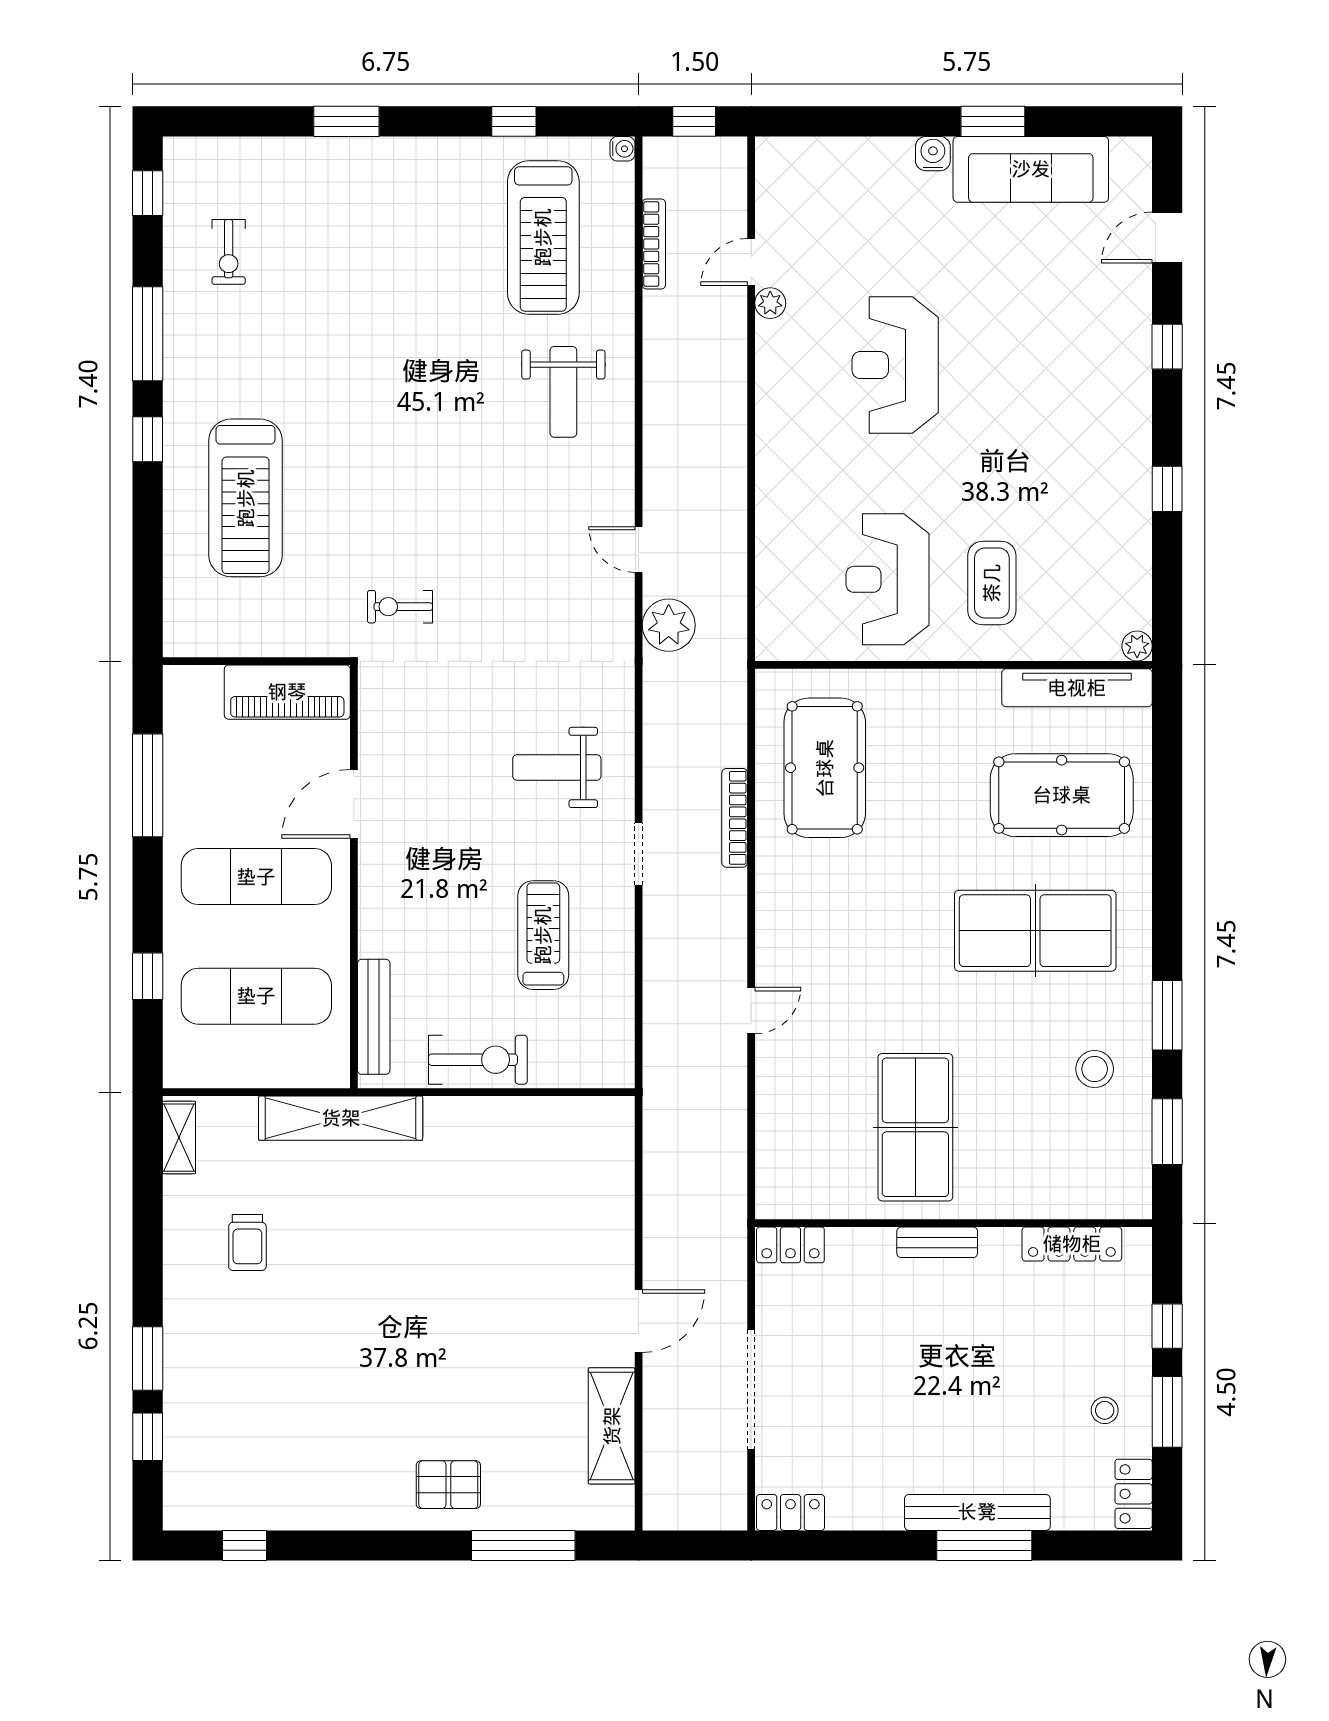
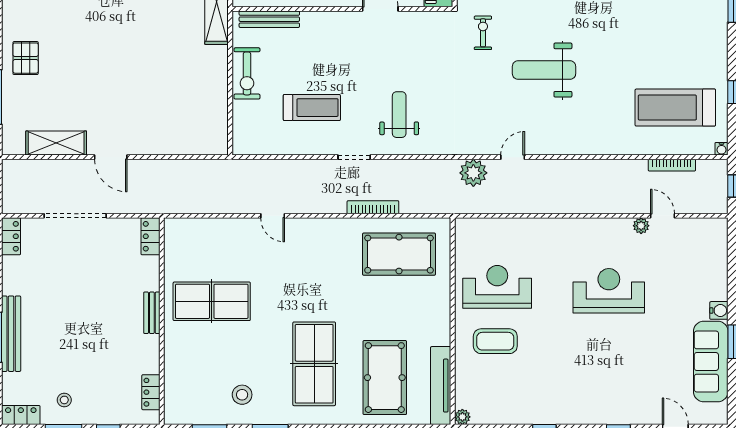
weight bench: (563, 392) -> (544, 70), moved, width x1.36, depth x1.33
locker: (1072, 1244) -> (151, 392), width x0.66

